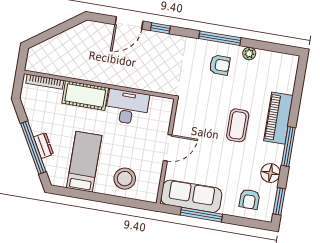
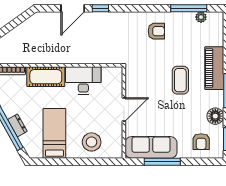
window: (220, 38) -> (189, 8), moved
plant: (249, 53) -> (201, 17), moved

